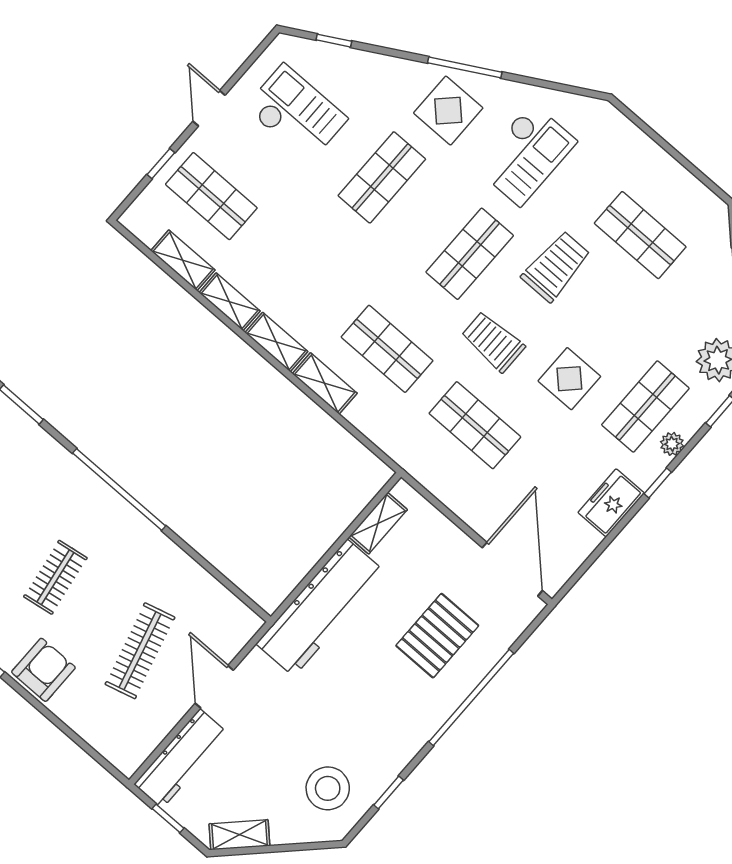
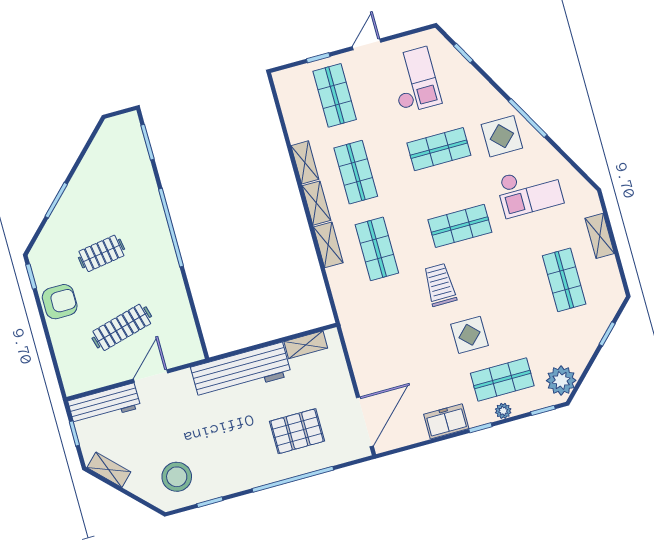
shelving: (183, 260) -> (600, 236), moved
trolley: (556, 266) -> (504, 266), removed
shop shelf: (475, 425) -> (356, 172), moved

